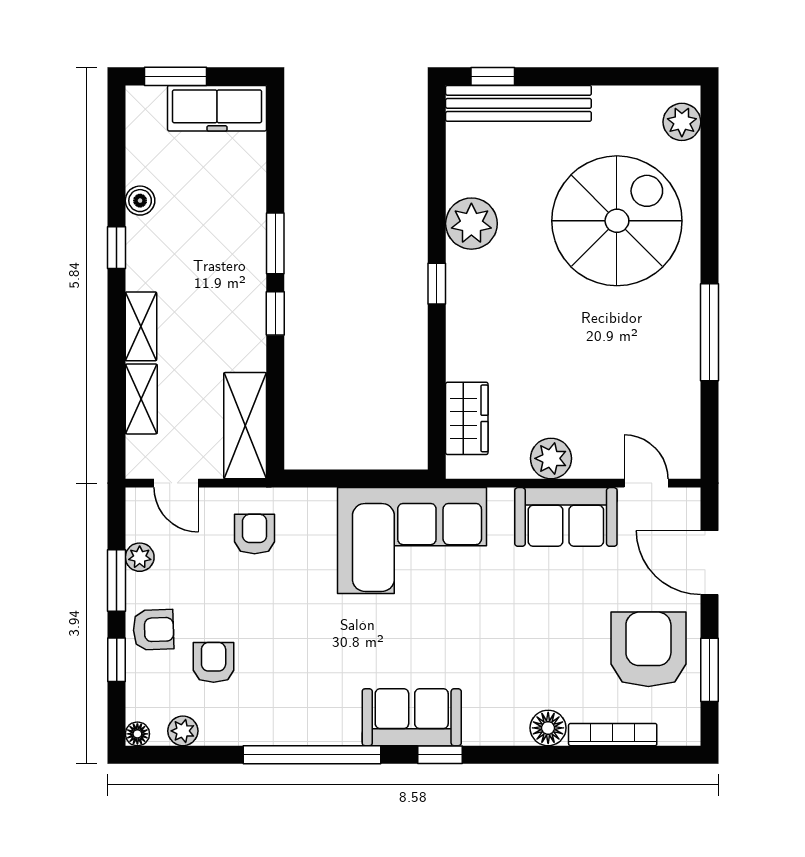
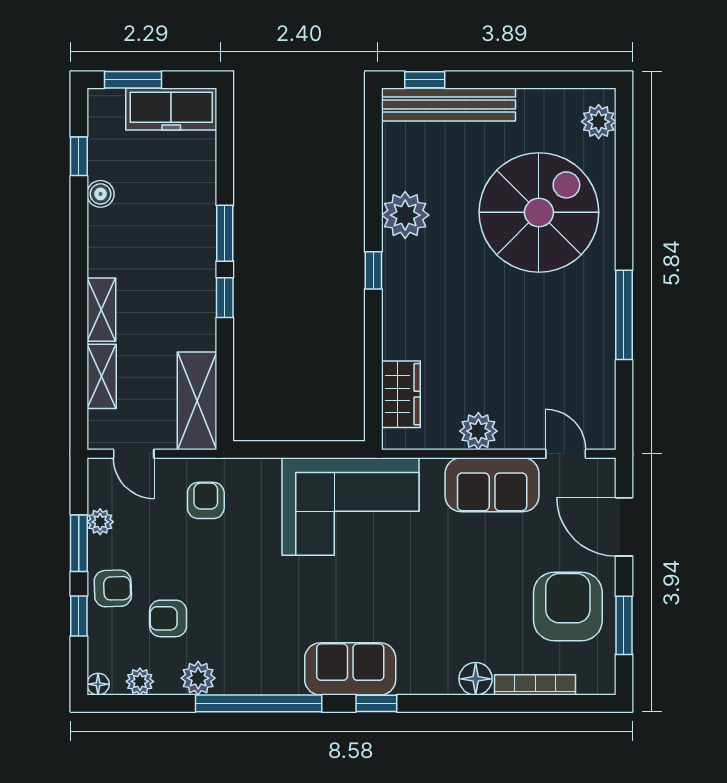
window: (117, 248) -> (79, 156), moved
armchair: (214, 662) -> (168, 618), turned -90
plant: (246, 727) -> (198, 678), added

